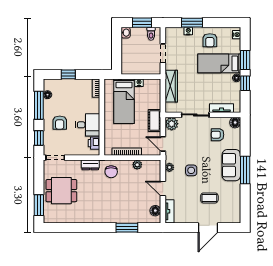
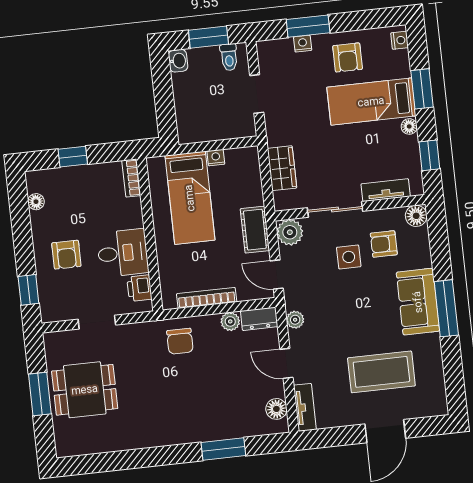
window: (245, 83) -> (429, 155), moved
wardrobe: (171, 86) -> (282, 168), width x0.67
window: (39, 105) -> (21, 225), removed
doorway: (55, 158) -> (97, 322), moved
dresser: (90, 165) -> (259, 319), moved
side table: (191, 170) -> (349, 257), moved
coffee table: (209, 198) -> (381, 372), width x1.86, depth x1.72
window: (39, 205) -> (40, 394), moved

